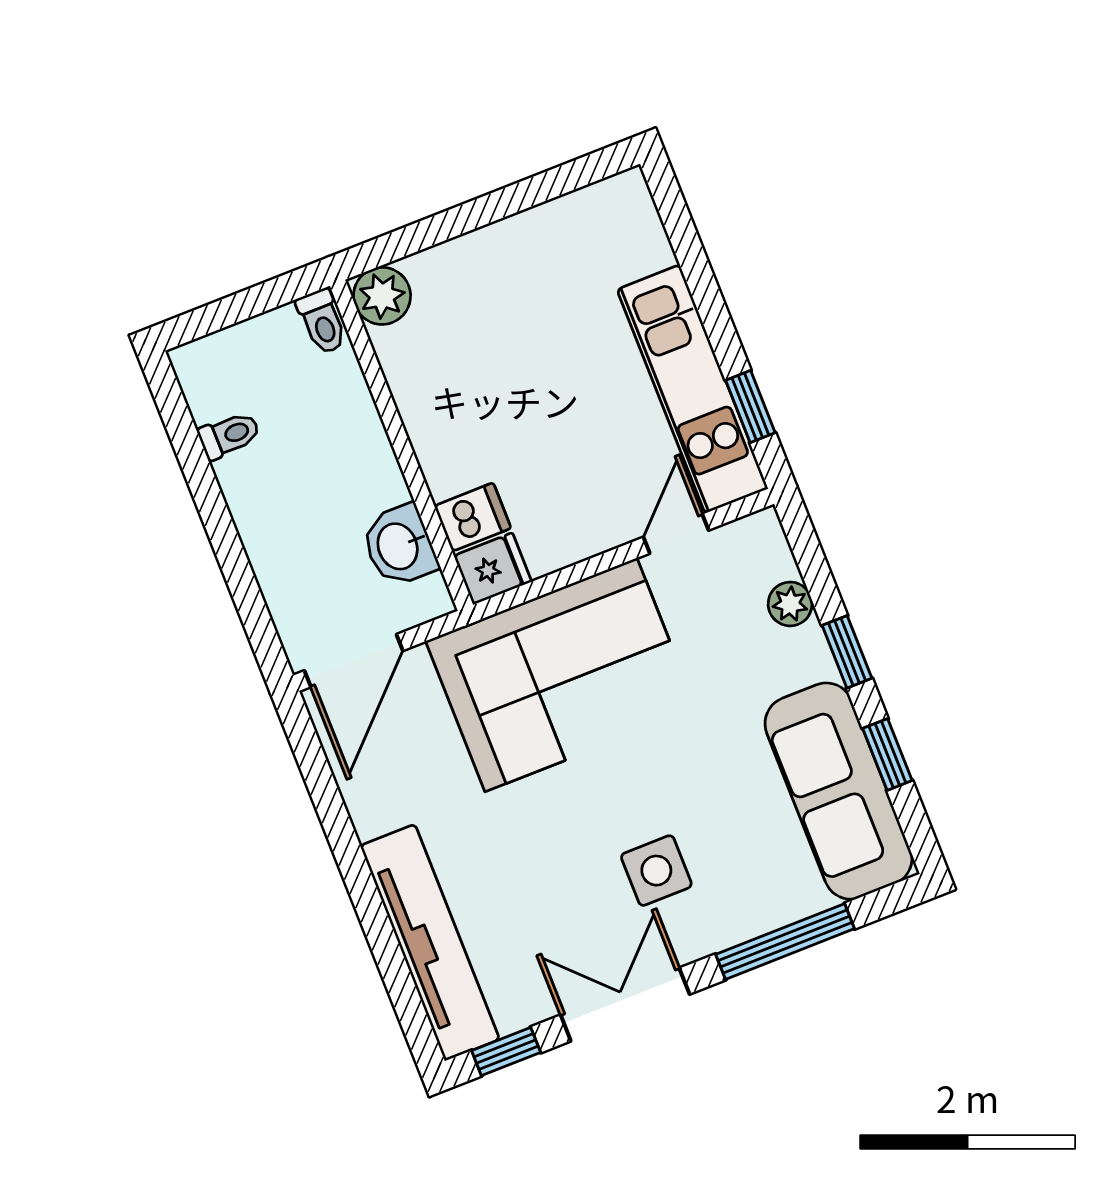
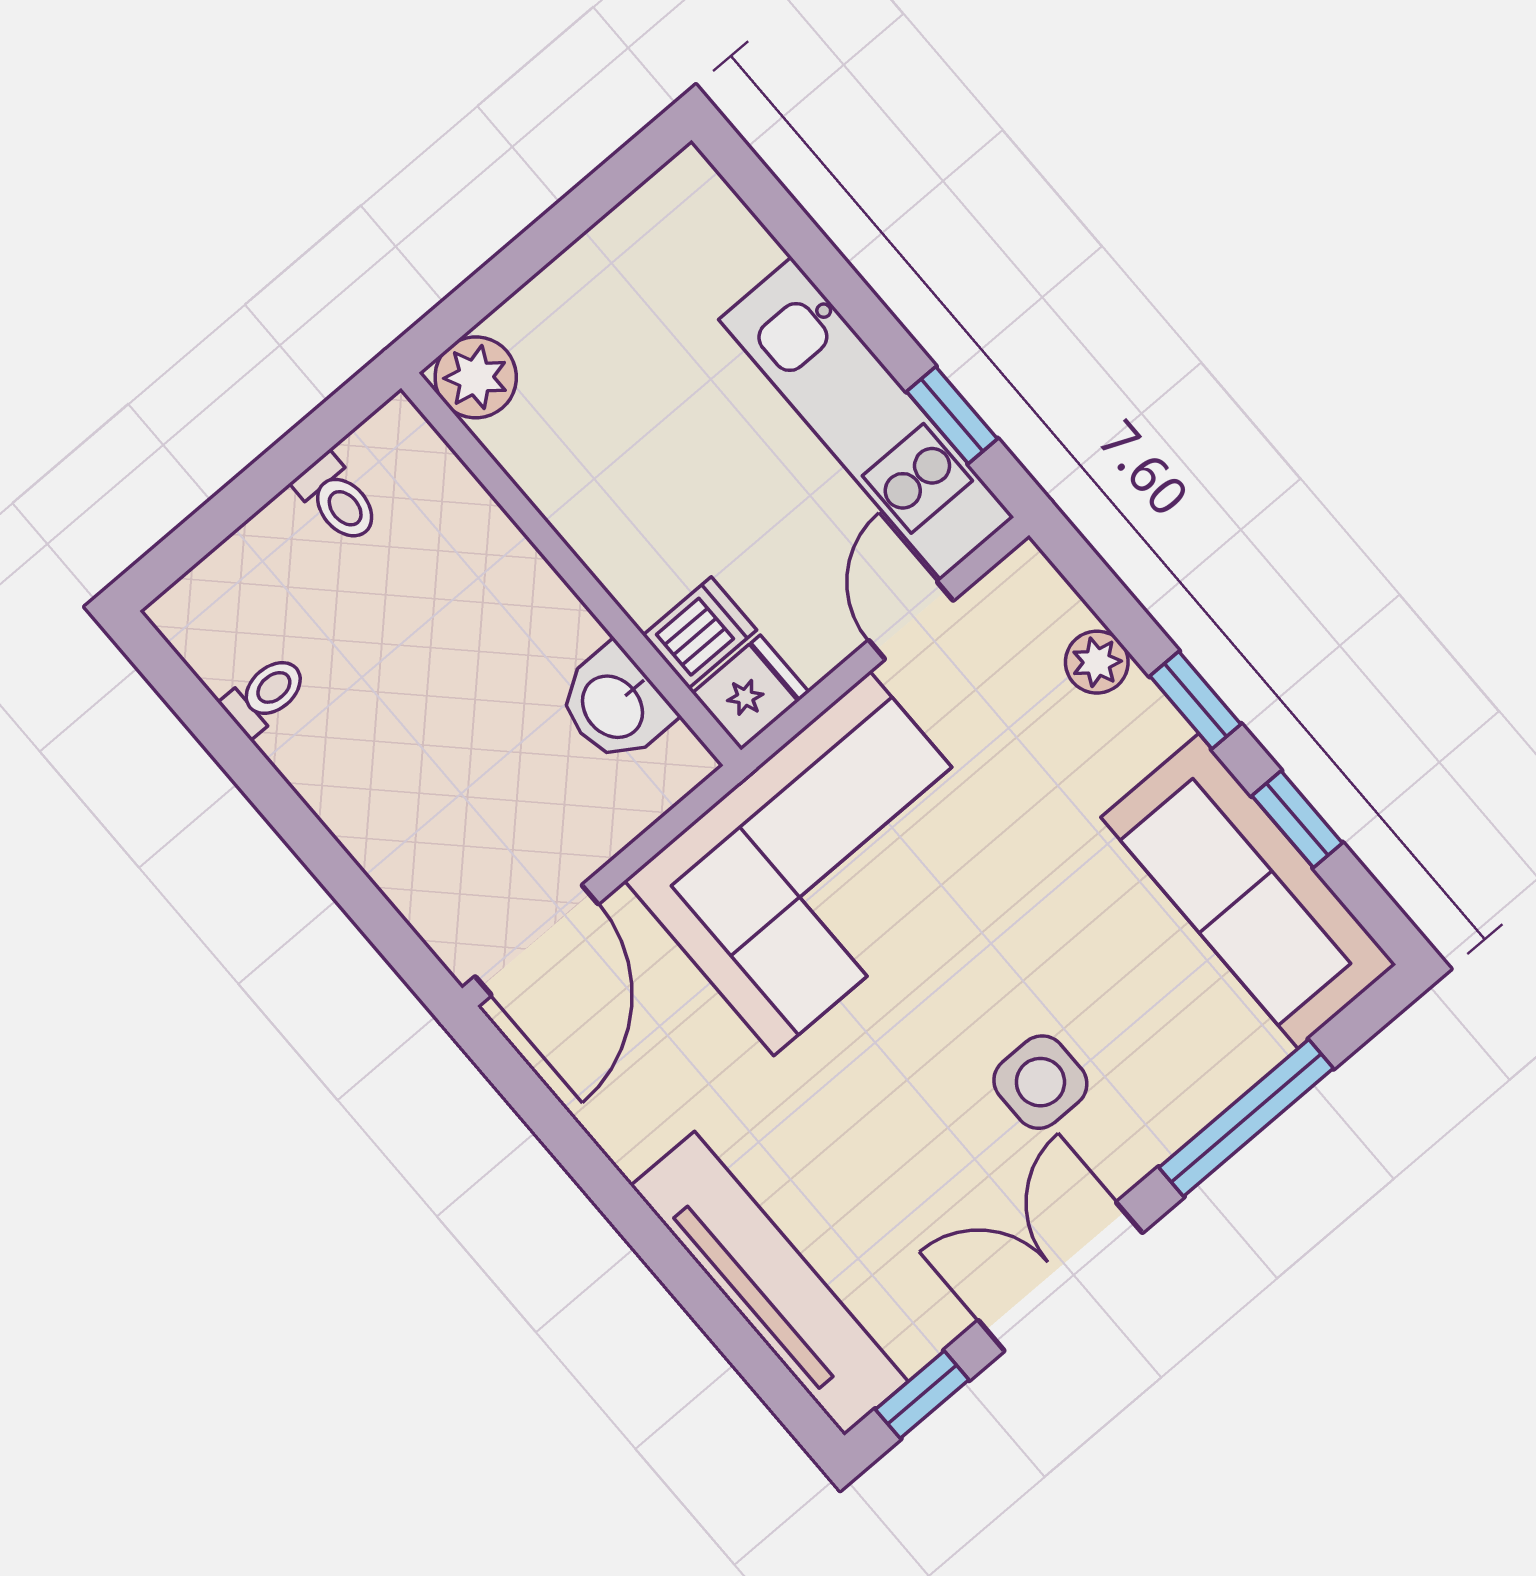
plant: (382, 296) -> (476, 377), moved
wall: (402, 445) -> (571, 569), moved
dishwasher: (473, 517) -> (700, 633), moved
washbasin: (399, 546) -> (614, 705), moved
fridge: (493, 569) -> (751, 693), moved

